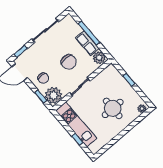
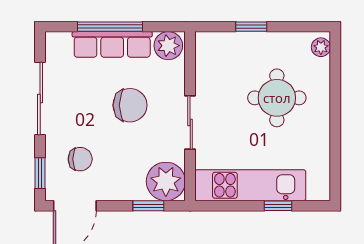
row of seats: (87, 43) -> (112, 44), width x1.48
chair: (43, 78) -> (80, 159), moved

